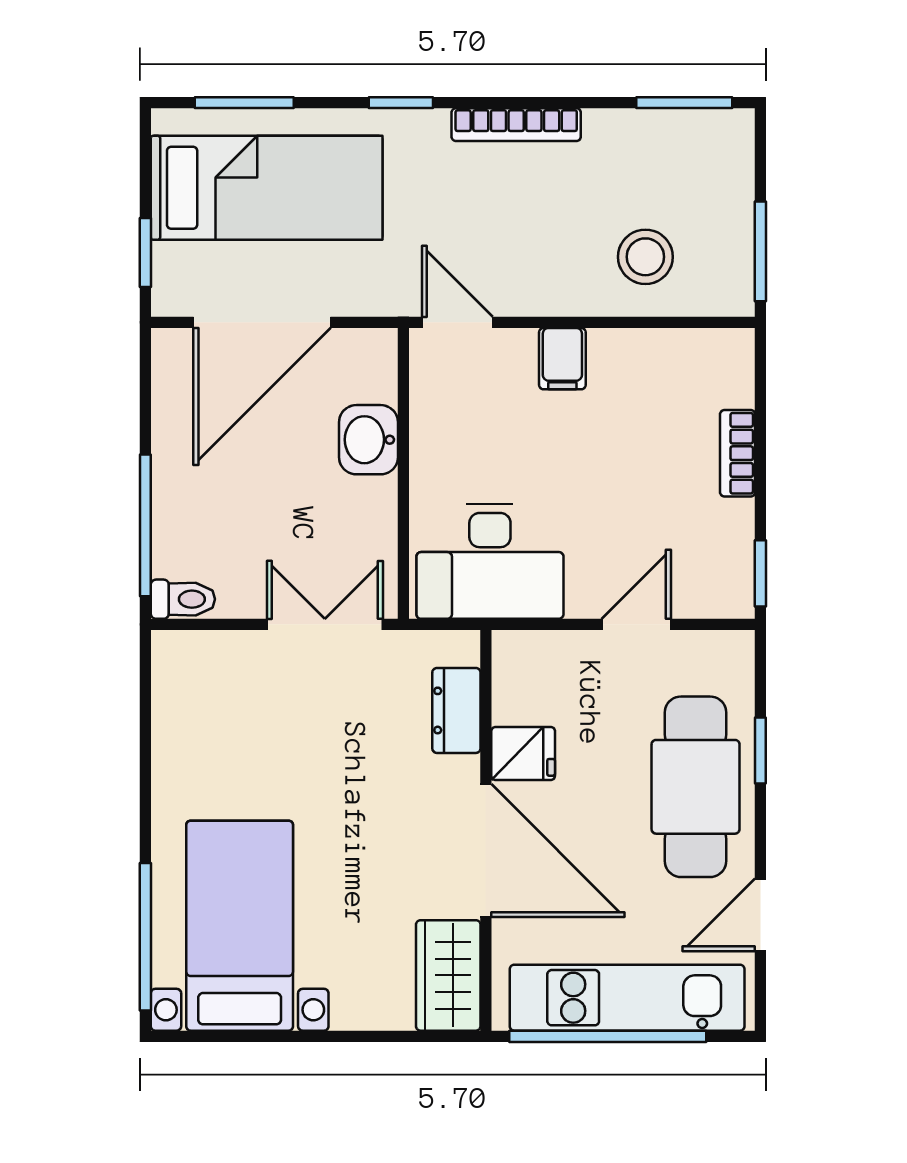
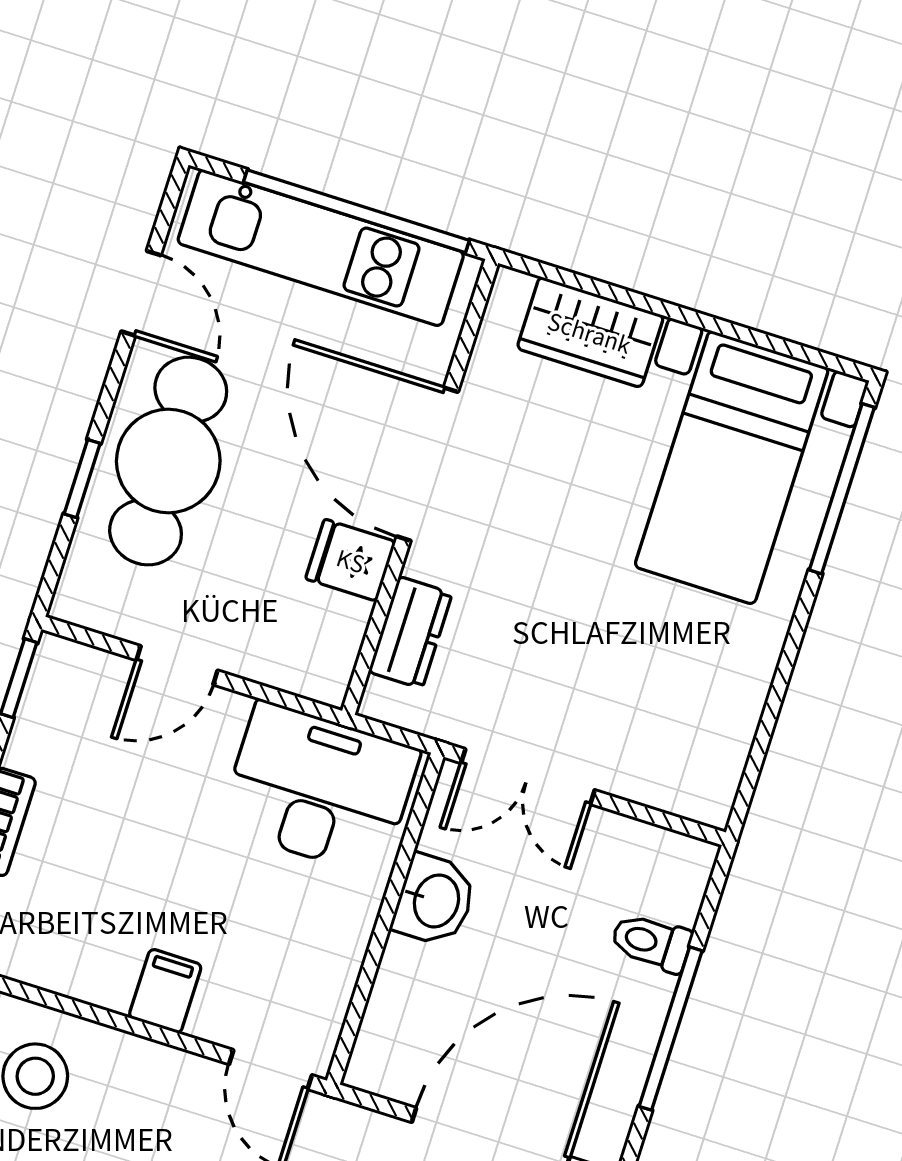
washbasin: (369, 440) -> (434, 900), moved
window: (145, 525) -> (671, 1029), moved
toilet: (183, 599) -> (651, 942), moved
door: (760, 915) -> (141, 293), hinge flipped
wardrobe: (448, 975) -> (590, 332), moved, turned 90

